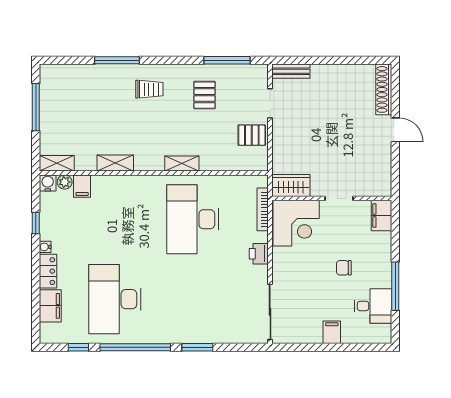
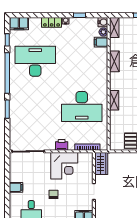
desk: (193, 219) -> (82, 107), turned 180
corner desk: (296, 223) -> (64, 166), moved, turned -90
filing cabinet: (50, 306) -> (19, 24), moved

